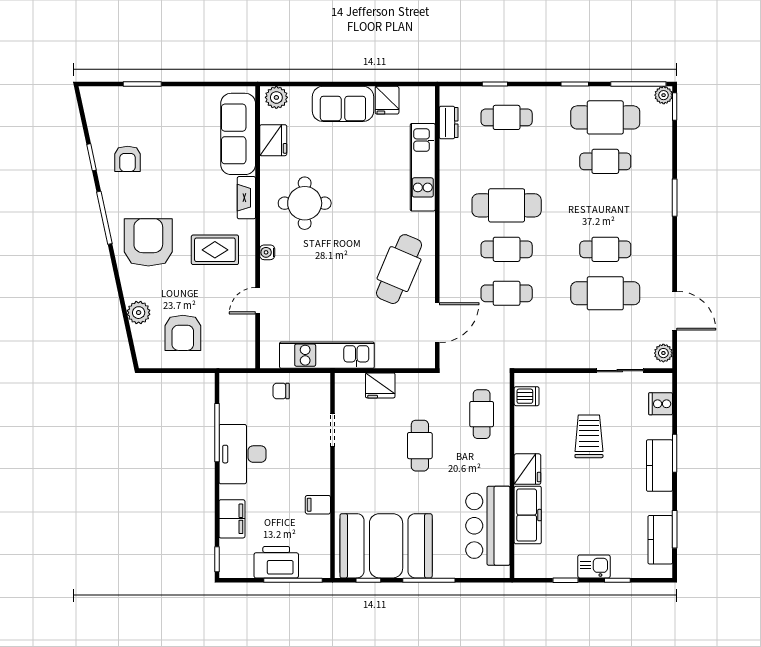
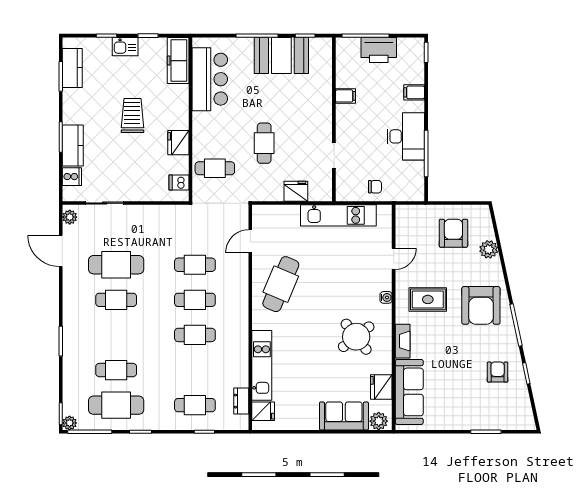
fridge: (387, 100) -> (263, 411), moved, turned 90
sofa: (343, 104) -> (344, 416), moved
round table: (305, 203) -> (356, 337), turned -38
cafe table: (507, 205) -> (195, 335), width x0.73, depth x0.74
door: (437, 323) -> (250, 241), width x0.73
cafe table: (482, 414) -> (215, 168), turned 90
trolley: (589, 436) -> (132, 115), moved, turned 180
kitchen counter: (659, 466) -> (73, 146), moved
fridge: (527, 469) -> (178, 143), moved
freezer: (528, 515) -> (178, 61), moved
filing cabinet: (232, 519) -> (414, 92), width x0.50
booth: (386, 546) -> (281, 55), width x0.73, depth x0.70

